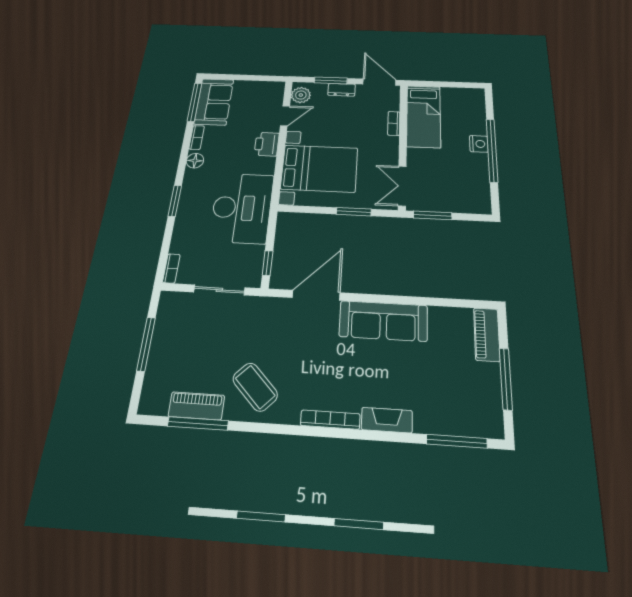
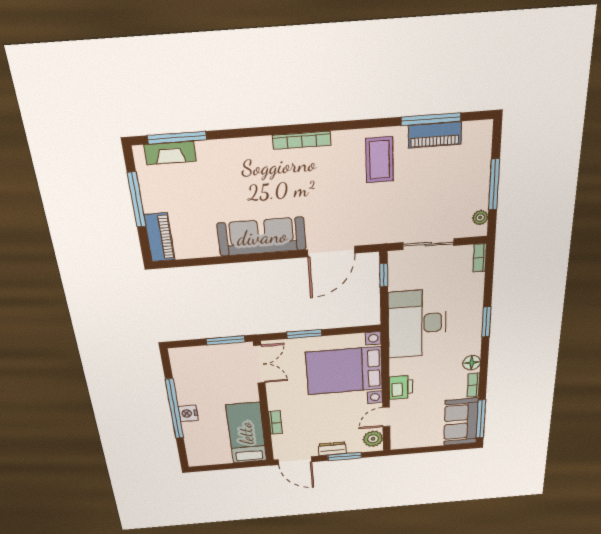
plant: (165, 311) -> (480, 218), added
coffee table: (255, 387) -> (379, 160), turned 45
fireplace: (387, 420) -> (170, 153), moved

